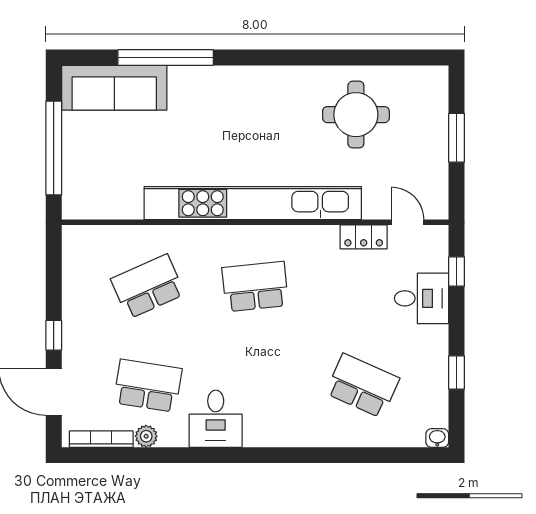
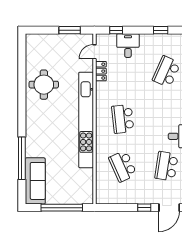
round table: (356, 115) -> (44, 85), moved
window: (457, 138) -> (70, 30), moved

